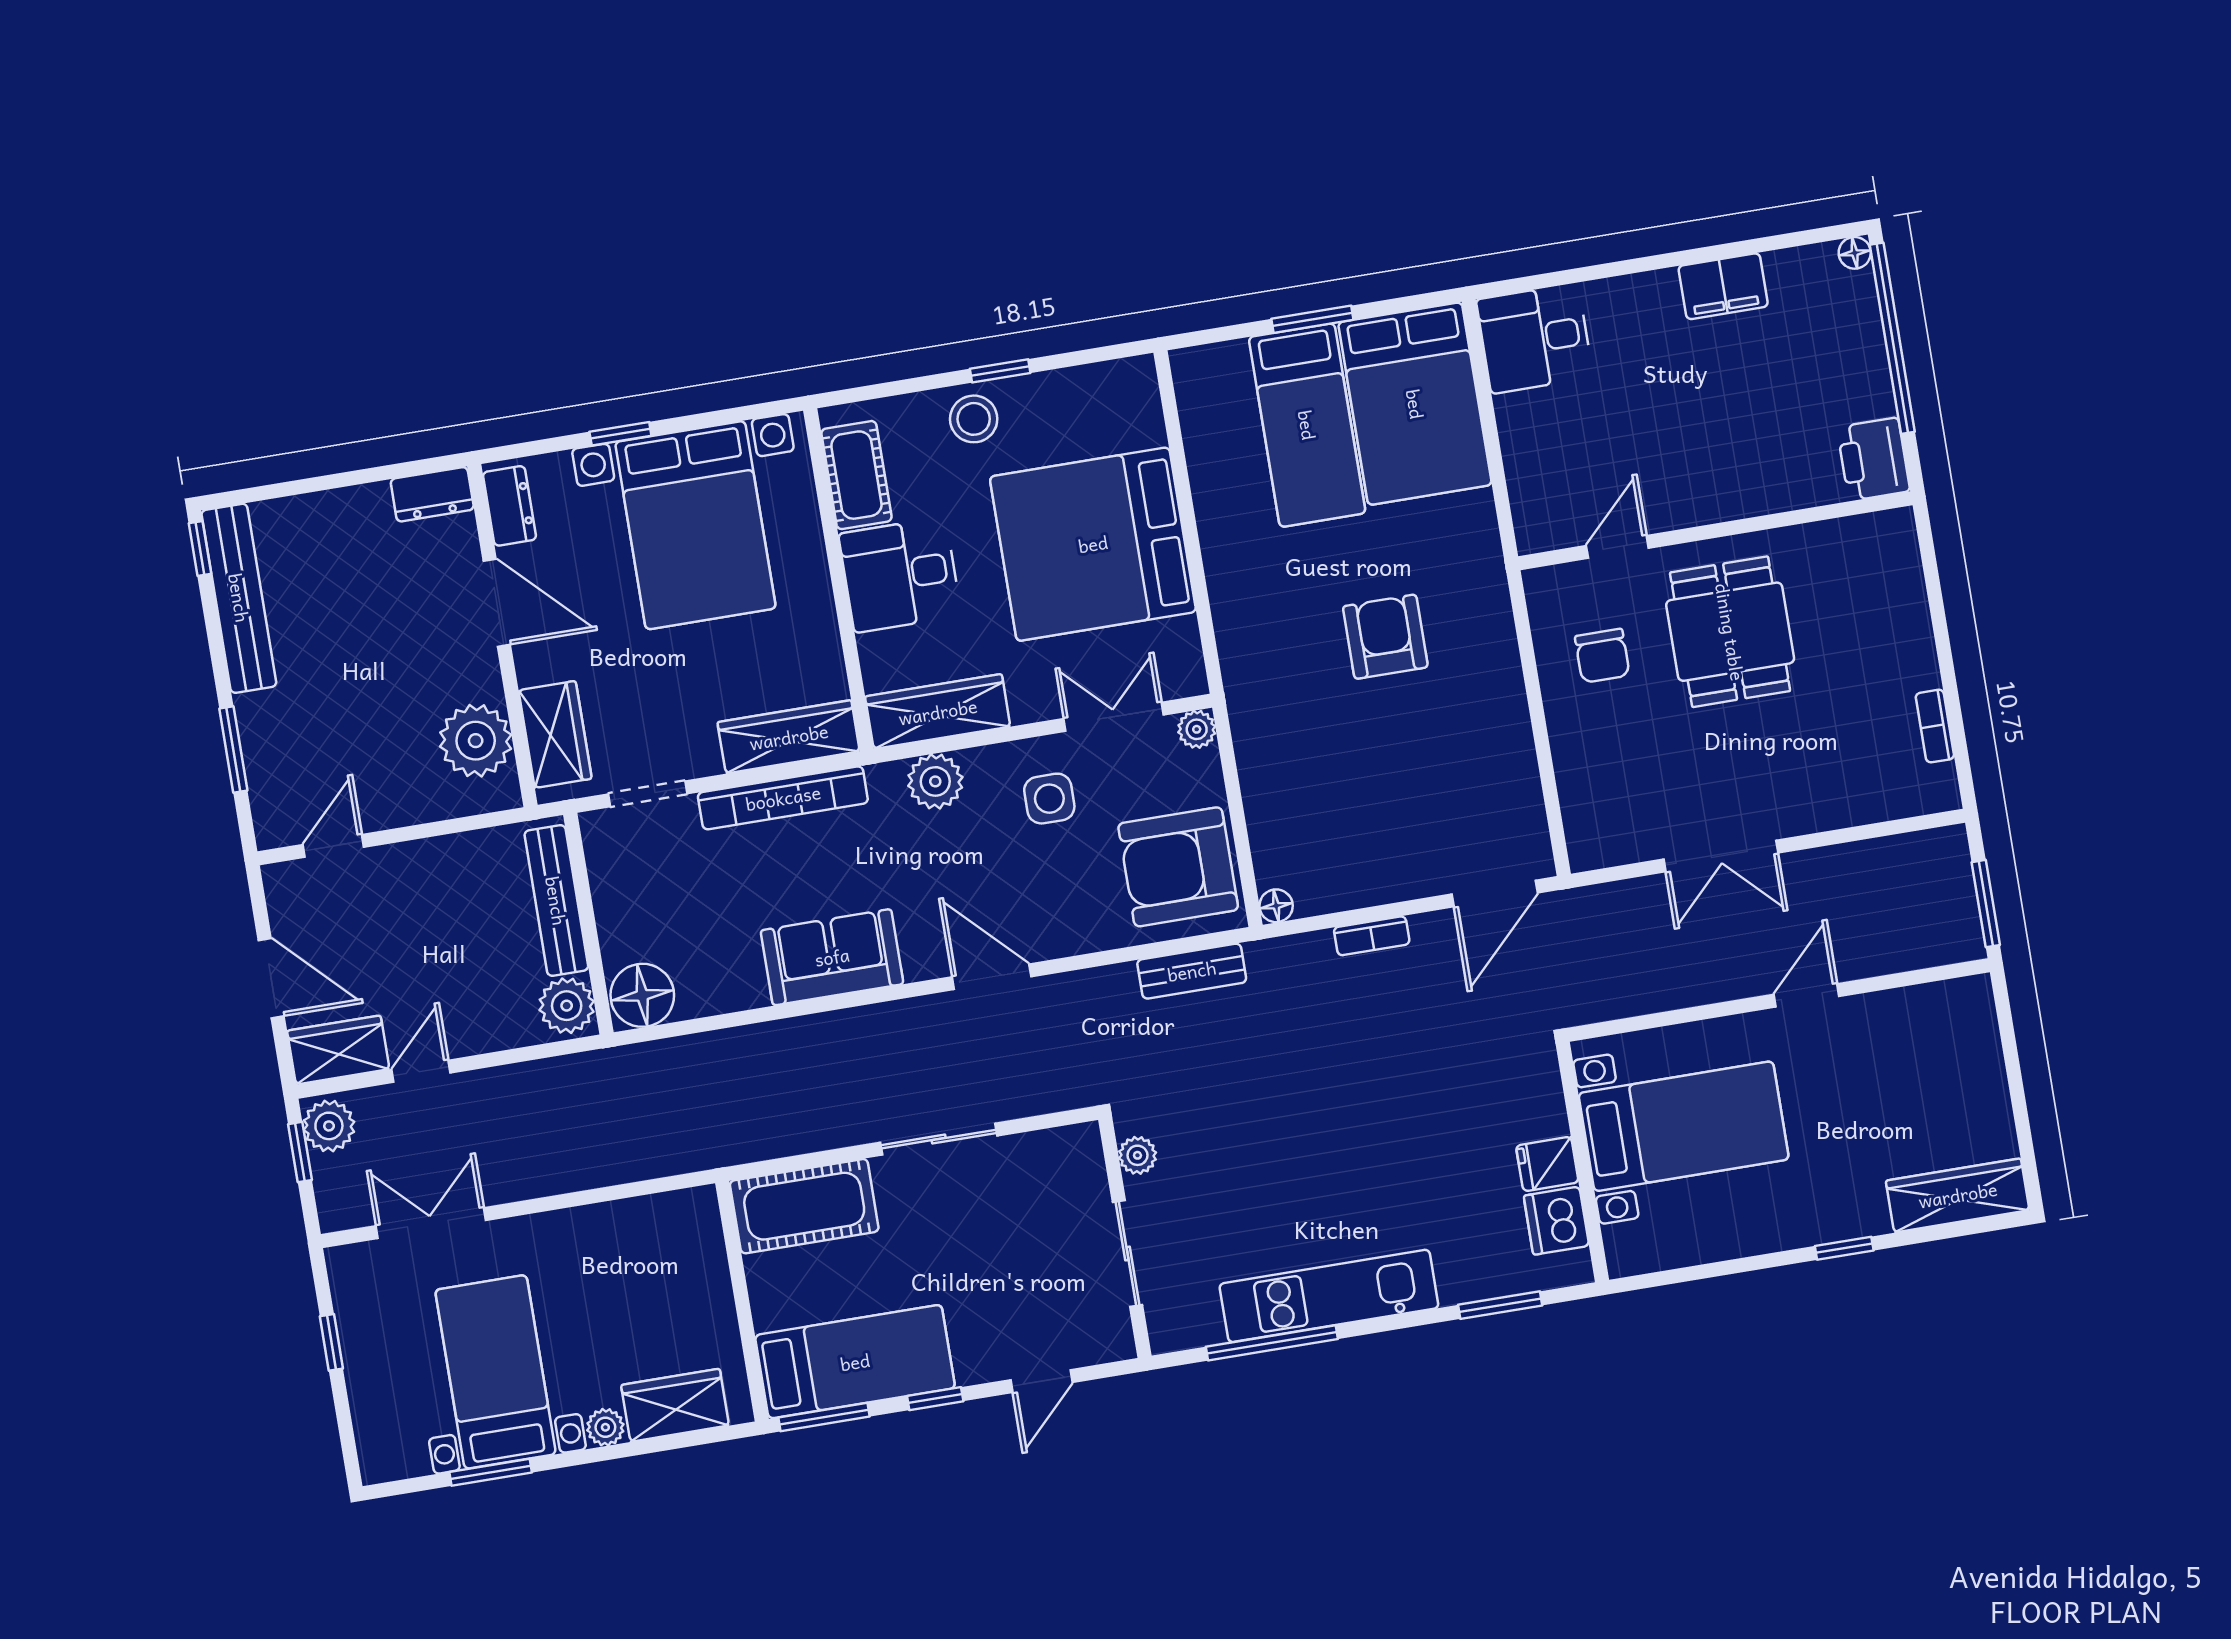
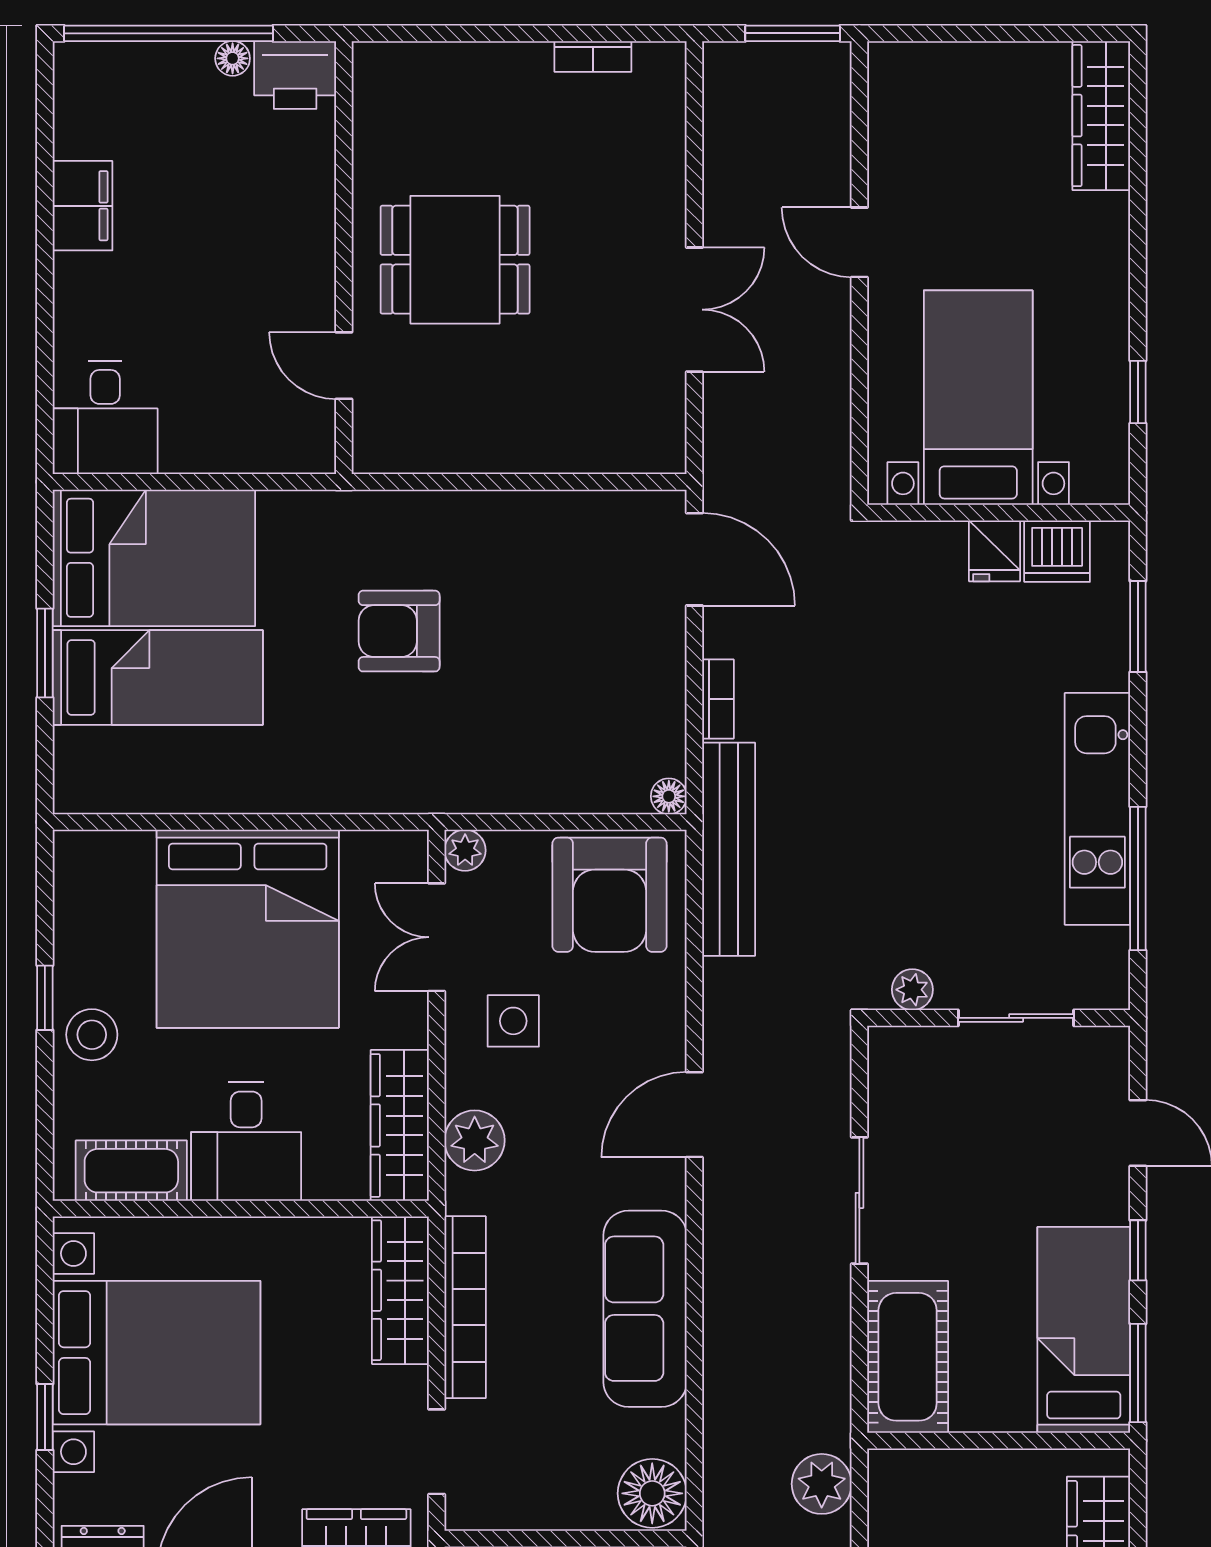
floor lamp: (1855, 253) -> (233, 58), moved
chair: (1602, 656) -> (458, 401), removed
sofa: (832, 957) -> (645, 1309), width x1.36
bench: (1192, 971) -> (729, 849), width x1.86, depth x1.21
plant: (676, 1147) -> (822, 1484), added
window: (1844, 1248) -> (1138, 392), moved

